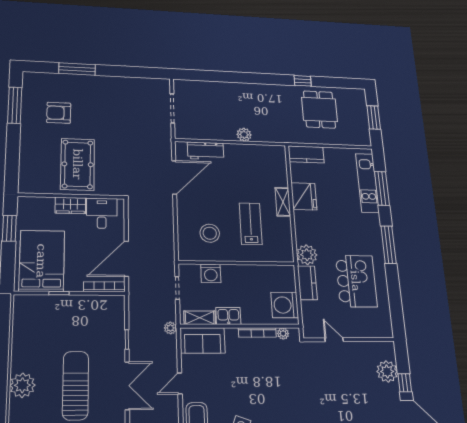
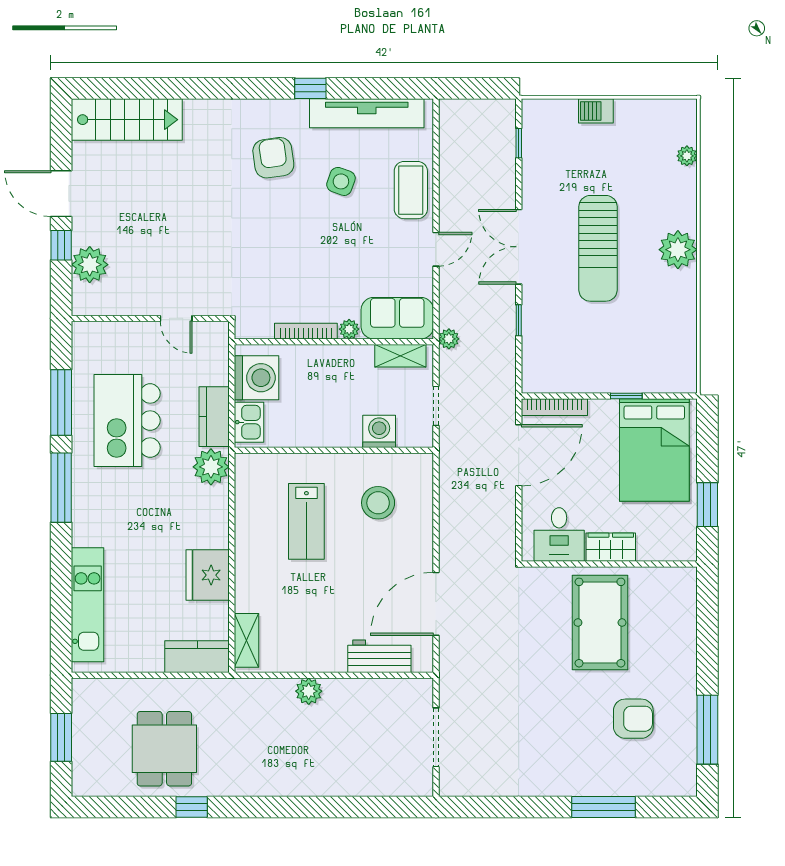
window: (382, 188) -> (61, 403), moved
shelving: (283, 202) -> (246, 640), moved
kitchen sink: (228, 316) -> (249, 422), moved, turned -90
plant: (283, 334) -> (349, 329), moved

